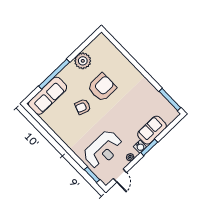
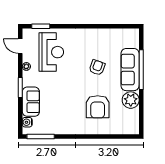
armchair: (102, 87) -> (98, 107), moved
sofa: (48, 96) -> (130, 70), moved
water cooler: (140, 147) -> (27, 122), moved
reception desk: (103, 150) -> (51, 52), turned 180

